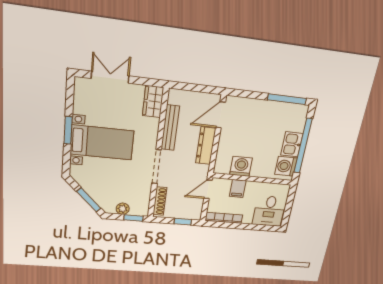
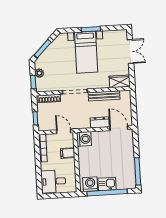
dresser: (206, 146) -> (100, 122), width x0.70
washing machine: (241, 166) -> (84, 139), moved

